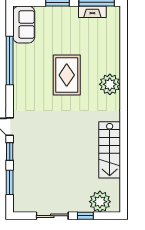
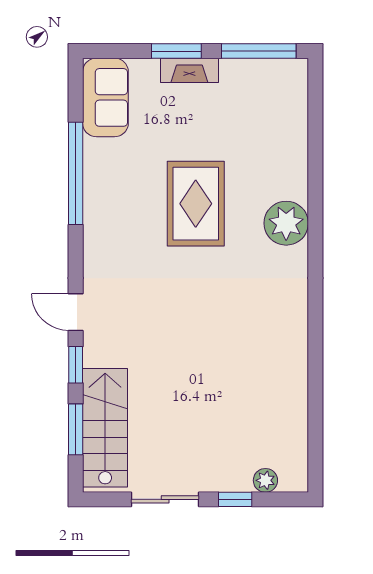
fireplace: (92, 12) -> (189, 70), moved
stairs: (110, 150) -> (105, 428), moved, turned 180
plant: (100, 202) -> (265, 480), width x0.53, depth x0.53

